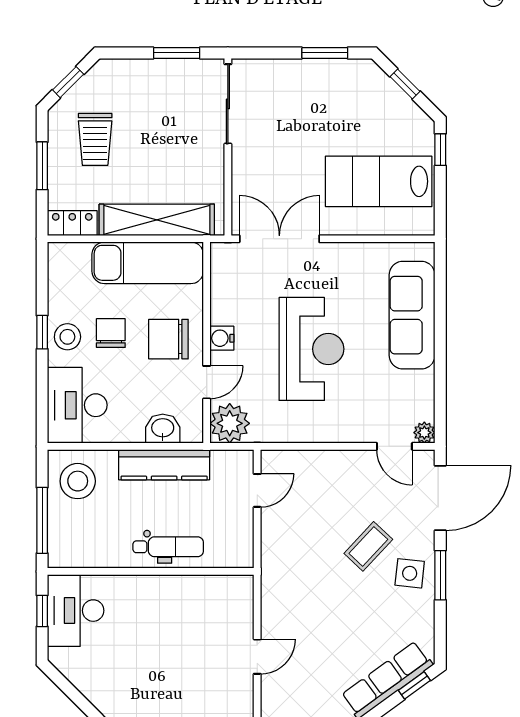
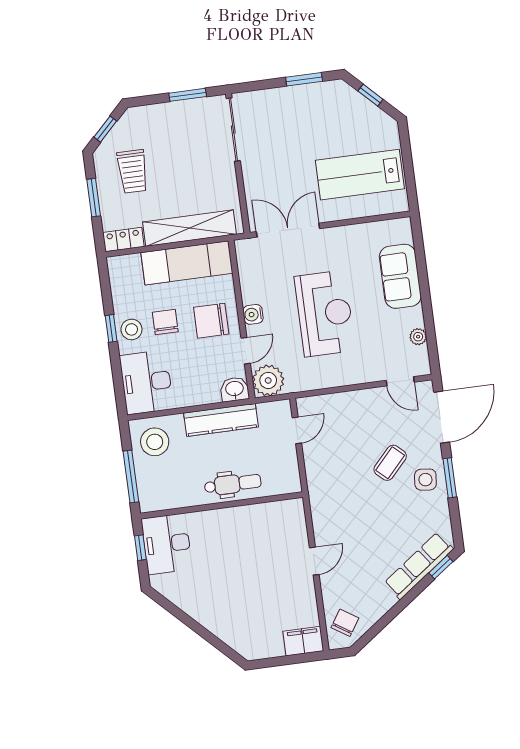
window: (440, 150) -> (405, 143), removed
sofa: (412, 315) -> (400, 276), width x0.73
washbasin: (163, 429) -> (235, 389), moved
plant: (424, 433) -> (418, 337), moved

